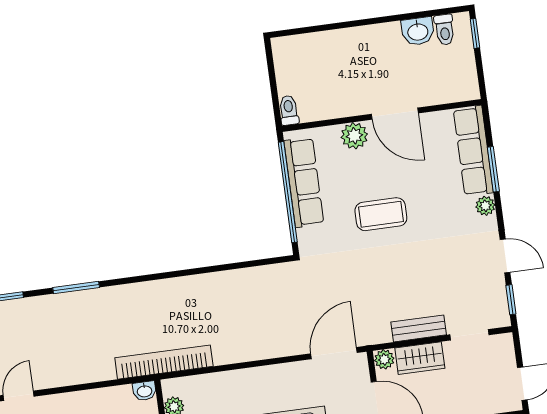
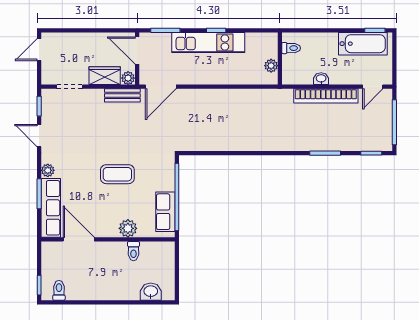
washbasin: (418, 31) -> (151, 292), moved
toilet: (289, 110) -> (133, 251), moved
door: (395, 114) -> (79, 239), moved
row of seats: (304, 182) -> (165, 212), width x0.68
bench: (419, 328) -> (122, 95), moved
bookcase: (164, 362) -> (326, 96), moved
washbasin: (144, 391) -> (321, 79), moved

